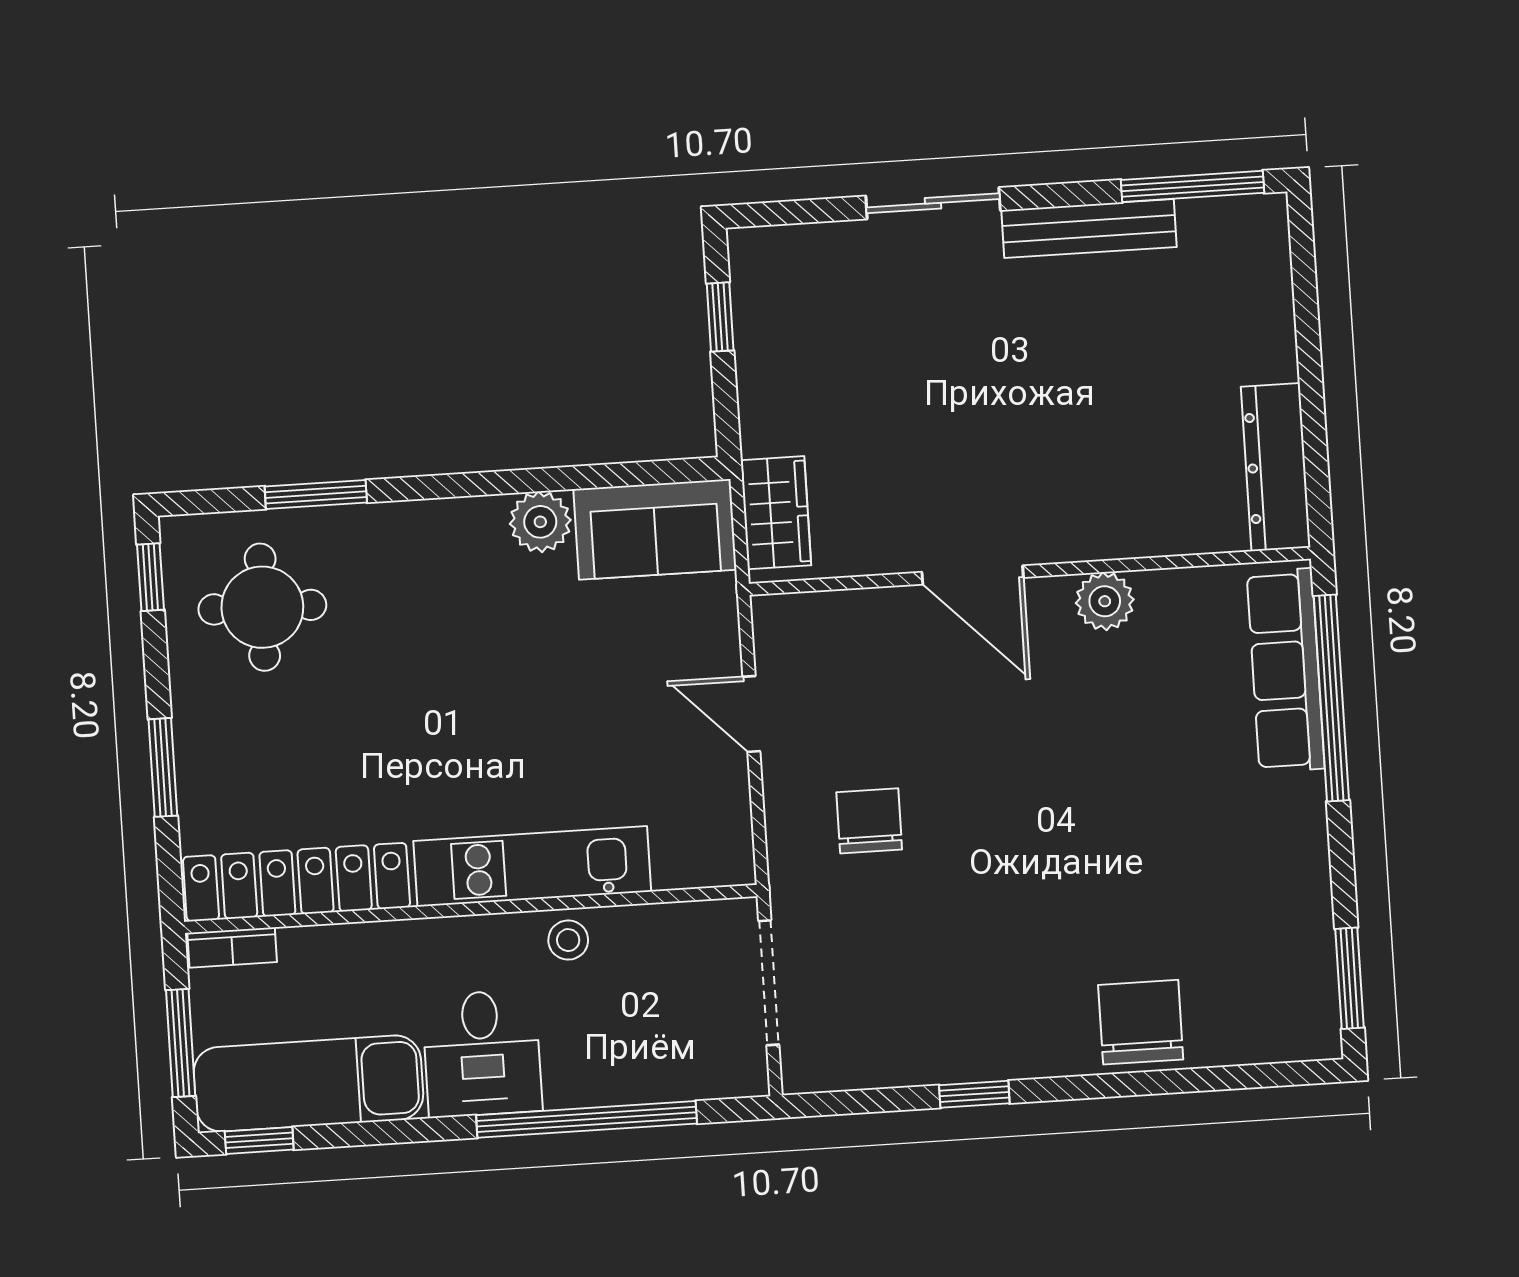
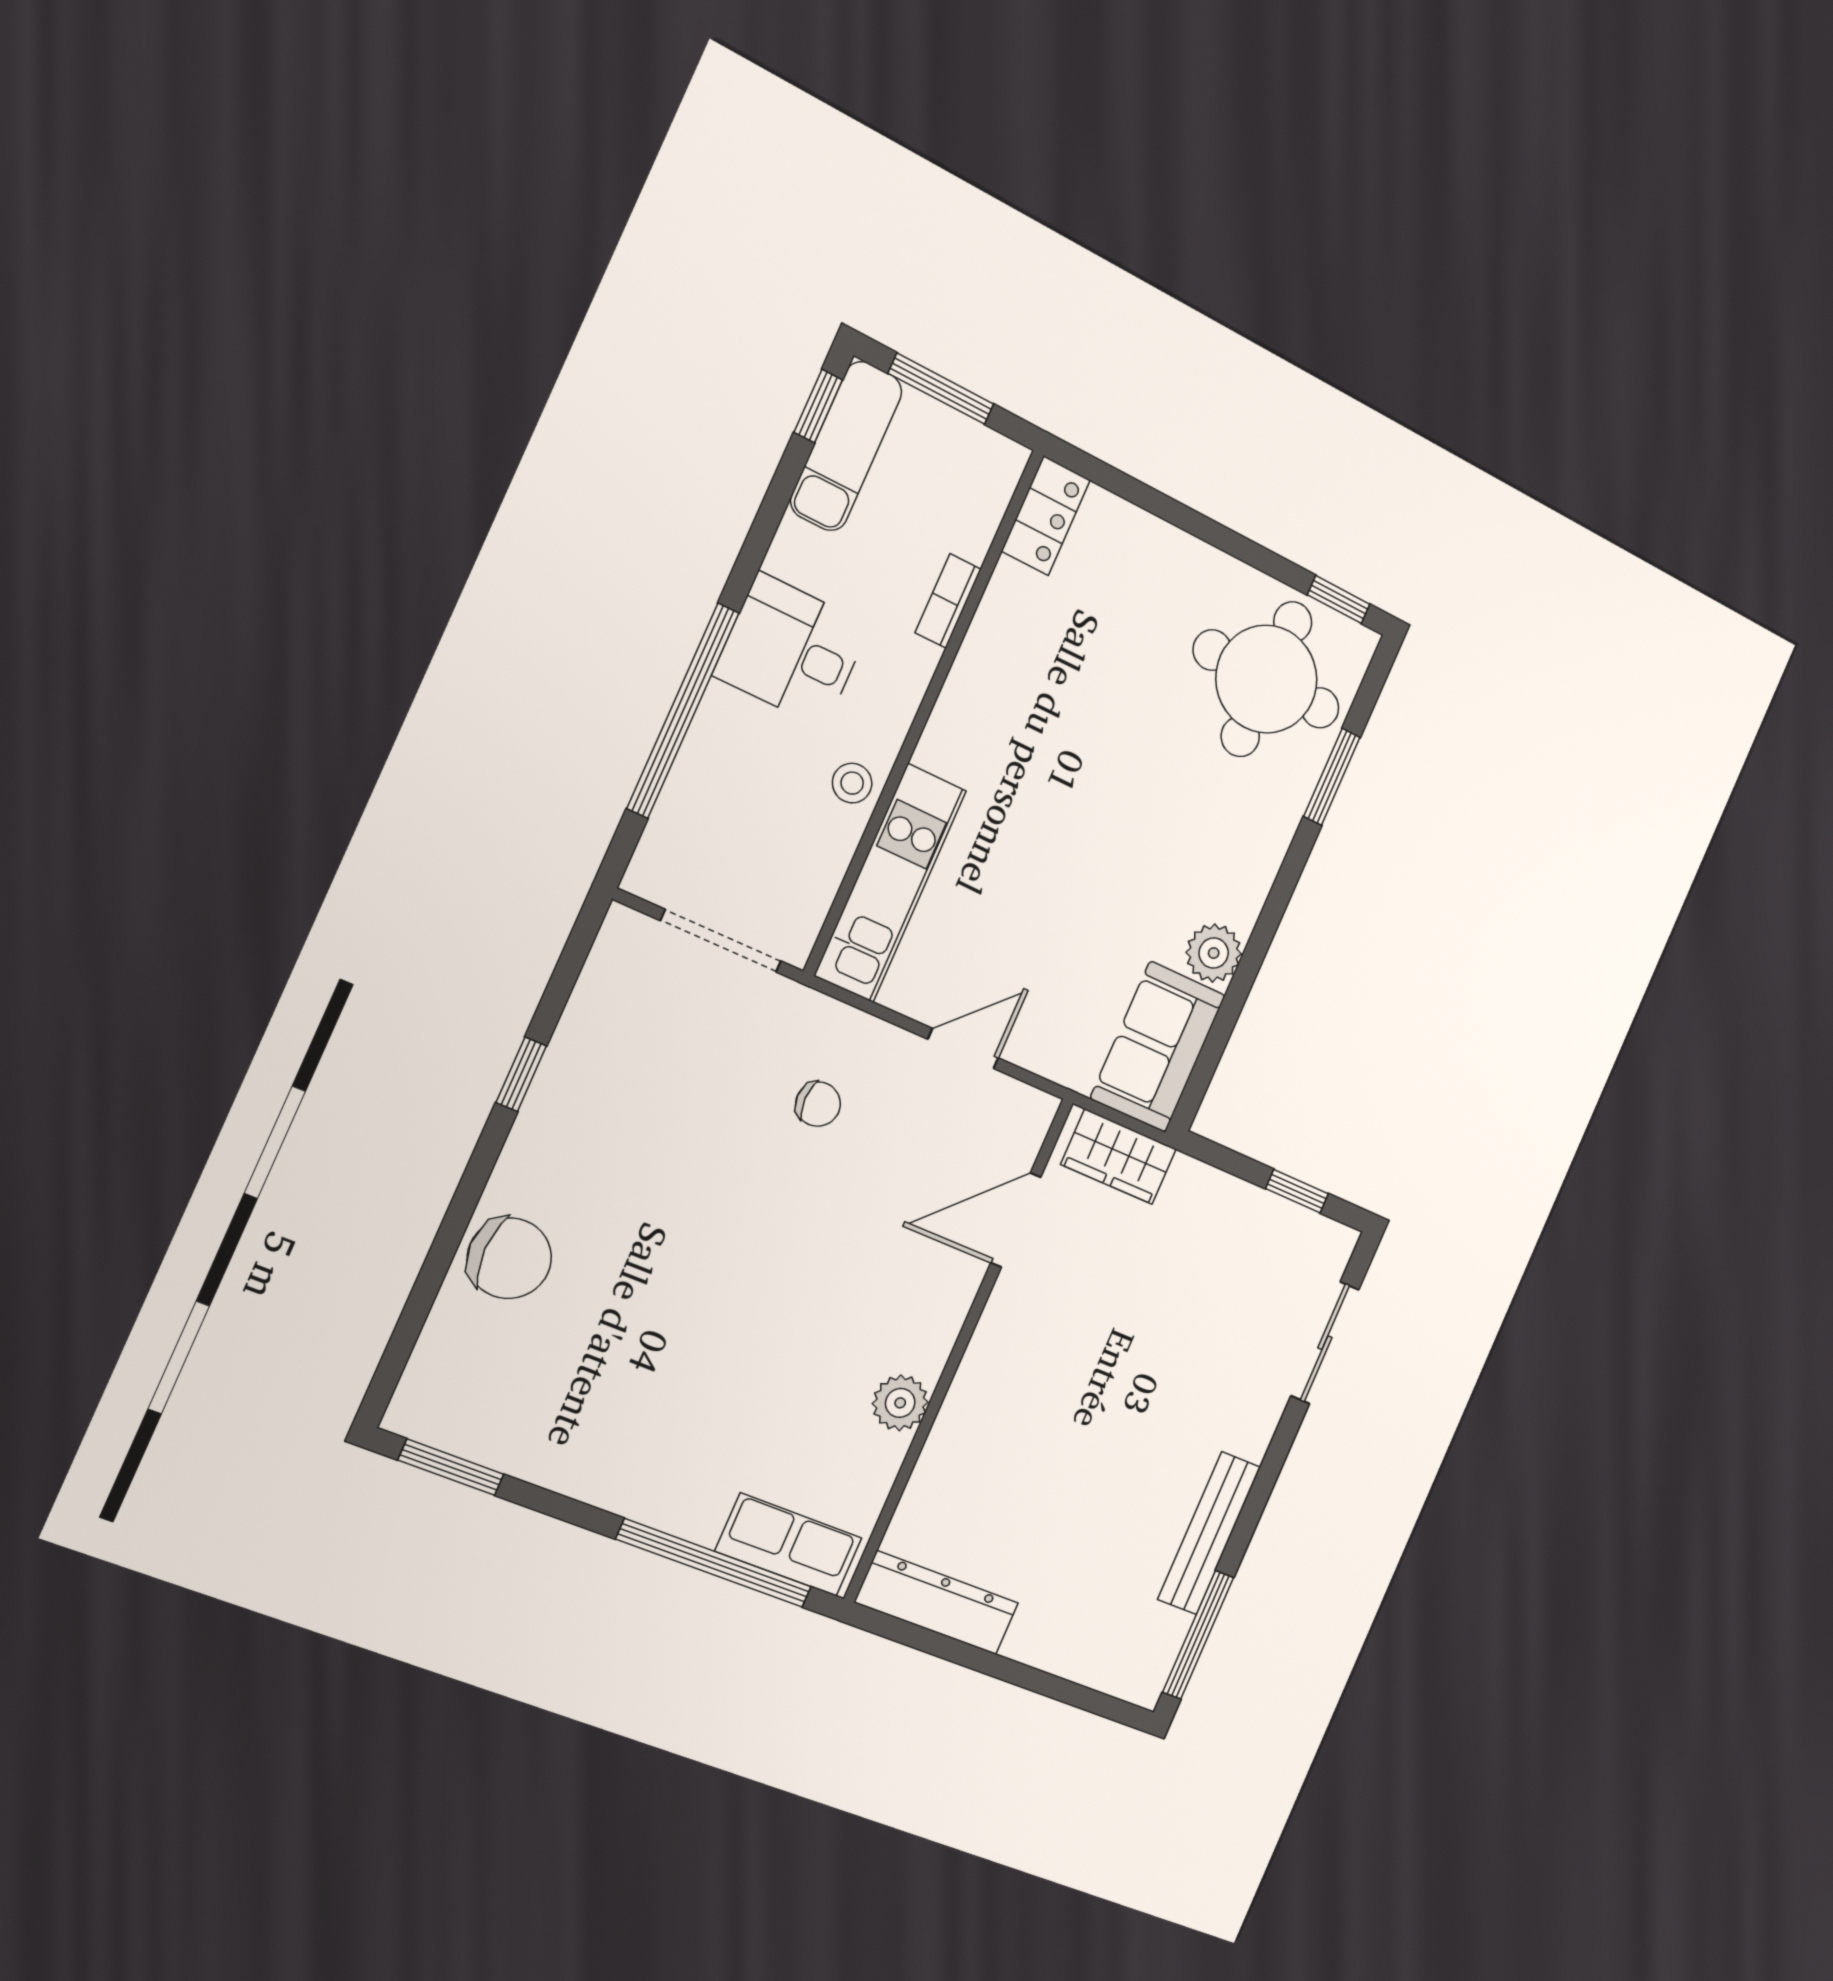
sliding door: (933, 203) -> (1325, 1343), moved
door: (973, 575) -> (1016, 1220), moved
round table: (262, 607) -> (1266, 679), width x1.36, depth x1.36
row of seats: (1286, 670) -> (789, 1545), width x0.68
window: (163, 767) -> (1181, 516), removed
chair: (869, 821) -> (818, 1104), width x0.73, depth x0.73
kitchen unit: (532, 866) -> (890, 883), moved
locker: (296, 882) -> (1046, 516), width x0.46, depth x0.83
bookcase: (232, 948) -> (948, 601), moved
exam couch: (308, 1084) -> (846, 446), width x0.73, depth x0.69

